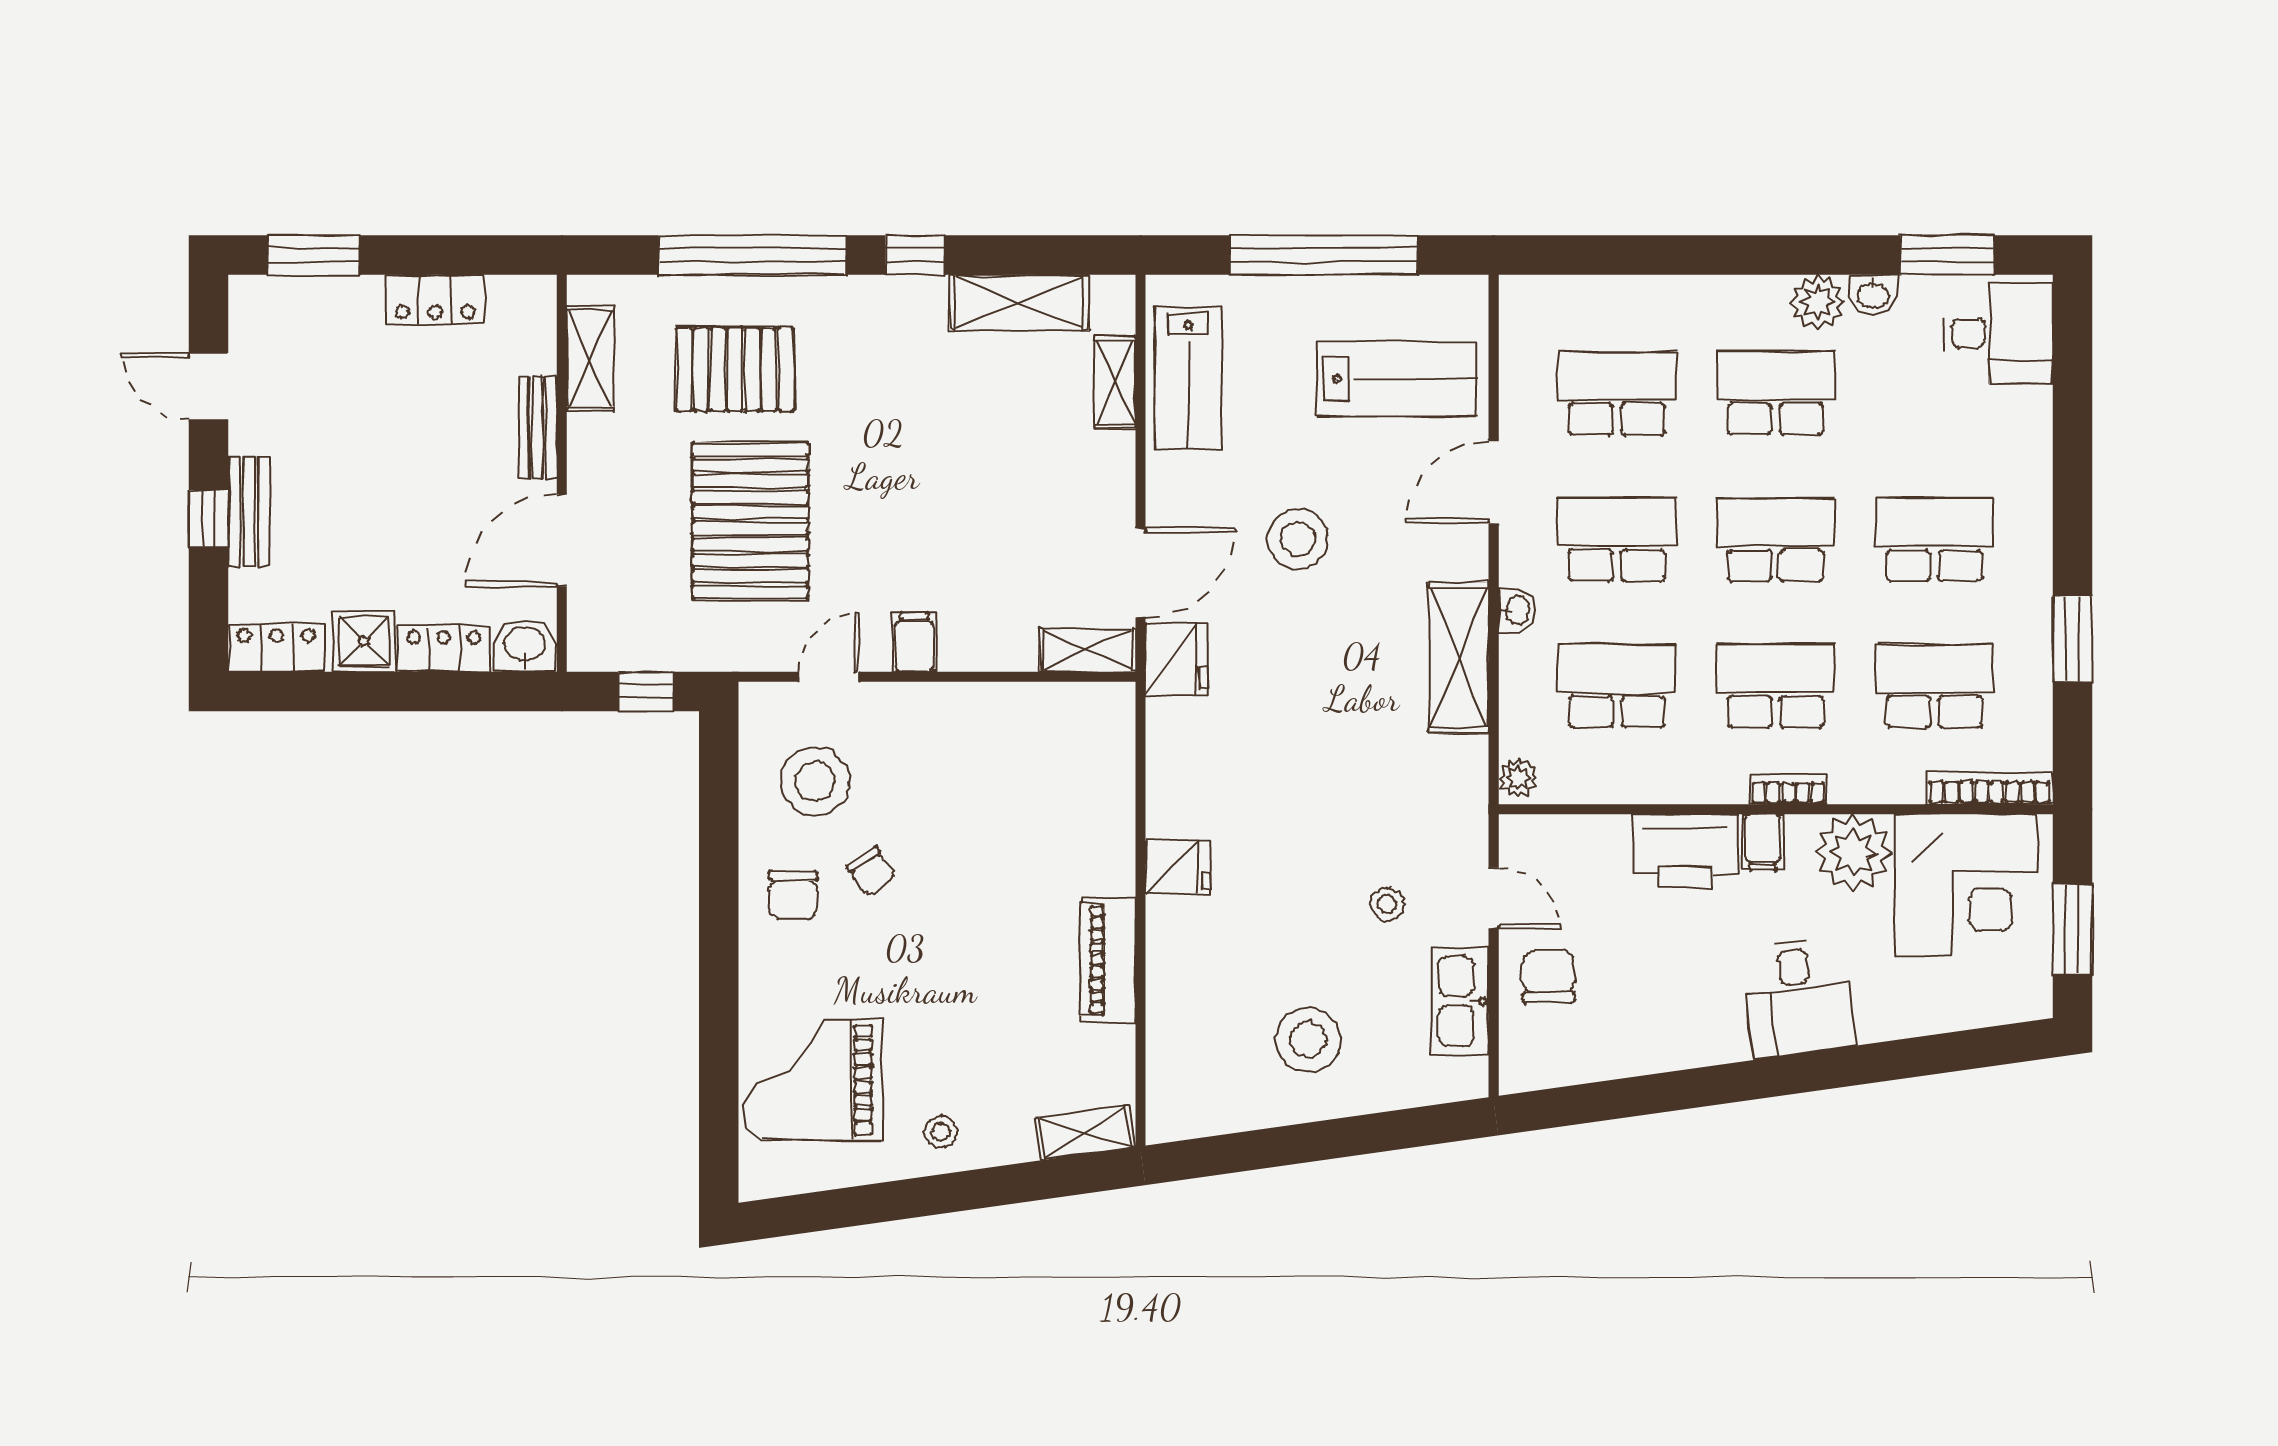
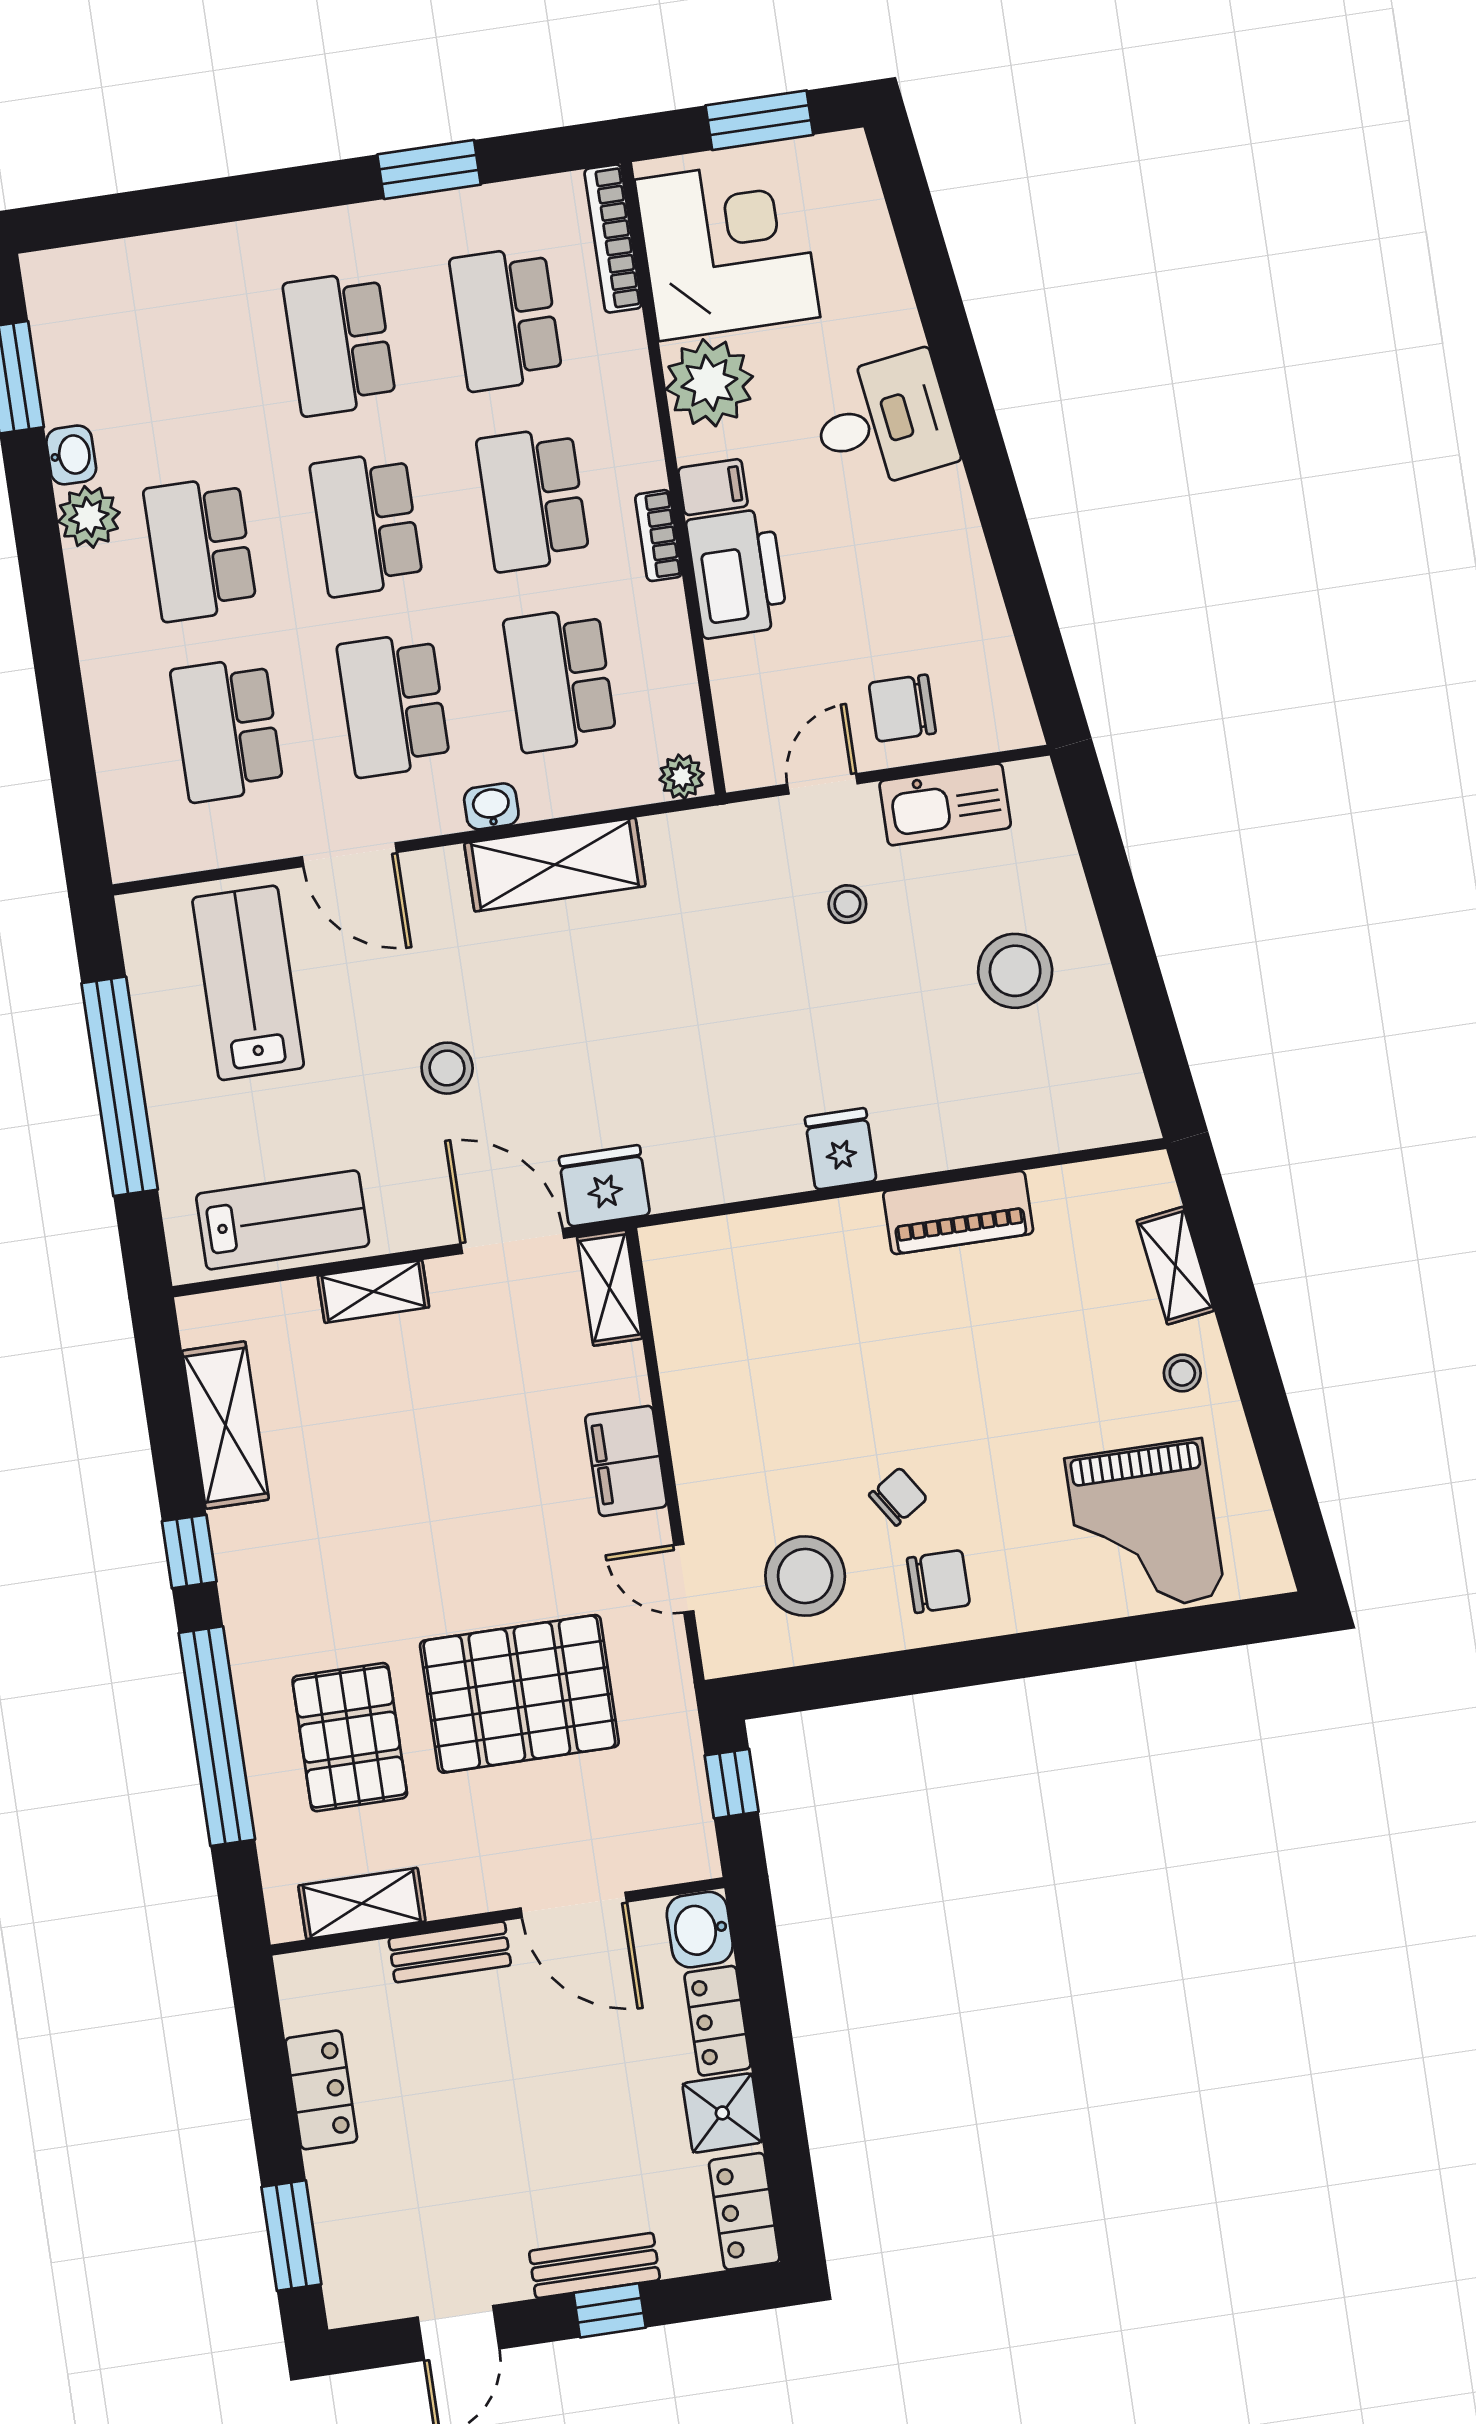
desk: (1998, 334) -> (94, 306), removed
shelving: (1115, 382) -> (373, 1292), moved
stool: (1298, 539) -> (447, 1068), width x0.73, depth x0.73
filing cabinet: (915, 642) -> (626, 1461), width x2.00
bookcase: (1788, 789) -> (658, 536), moved
shelving: (1085, 1133) -> (1175, 1266), moved

